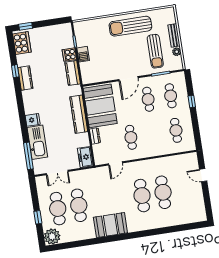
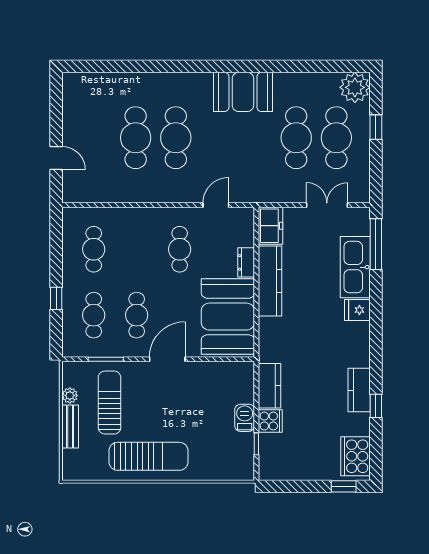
kitchen counter: (79, 114) -> (270, 281), moved

